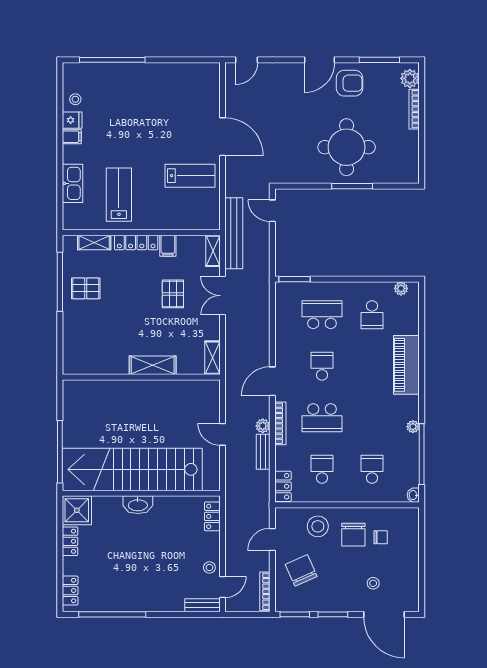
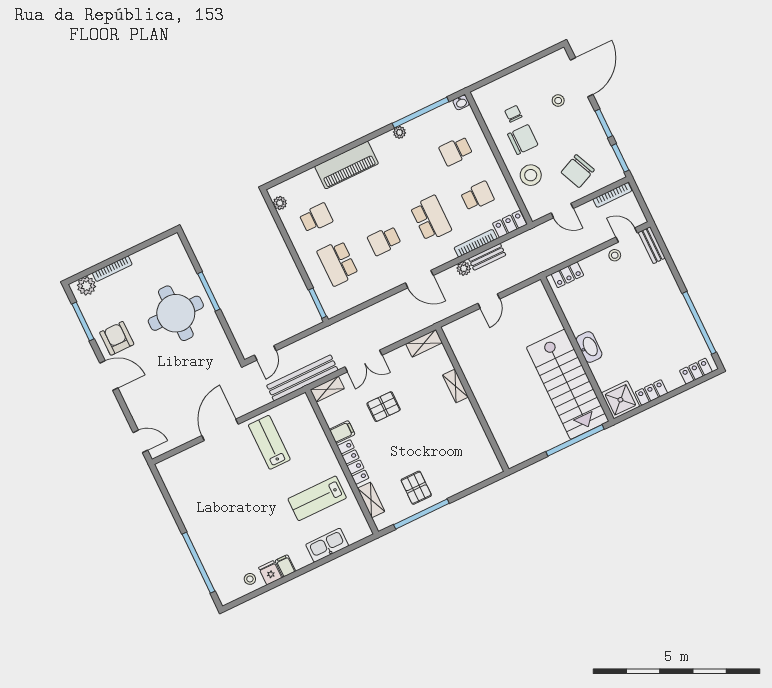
shelving: (153, 365) -> (455, 386), width x0.67, depth x0.75
bookcase: (280, 423) -> (476, 243), moved
stairs: (132, 469) -> (568, 384), width x0.73
school desk: (322, 469) -> (477, 196), turned 180

